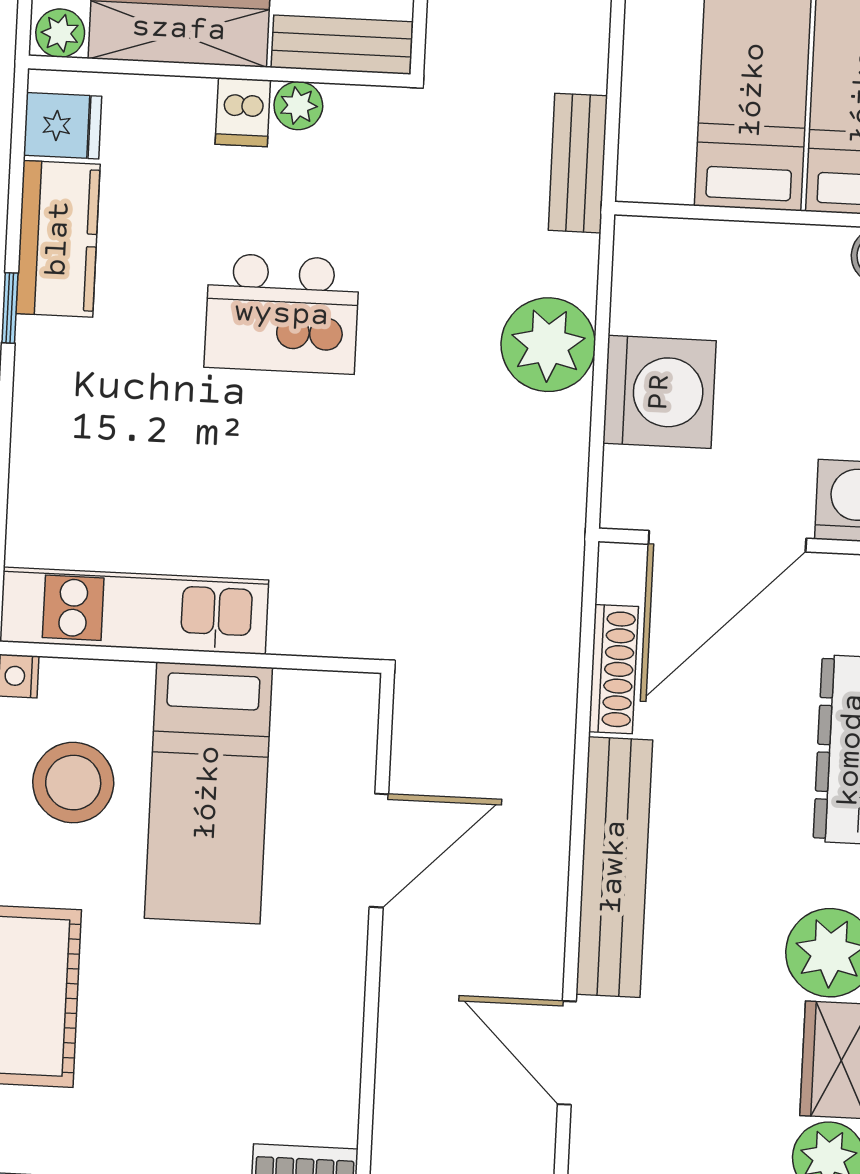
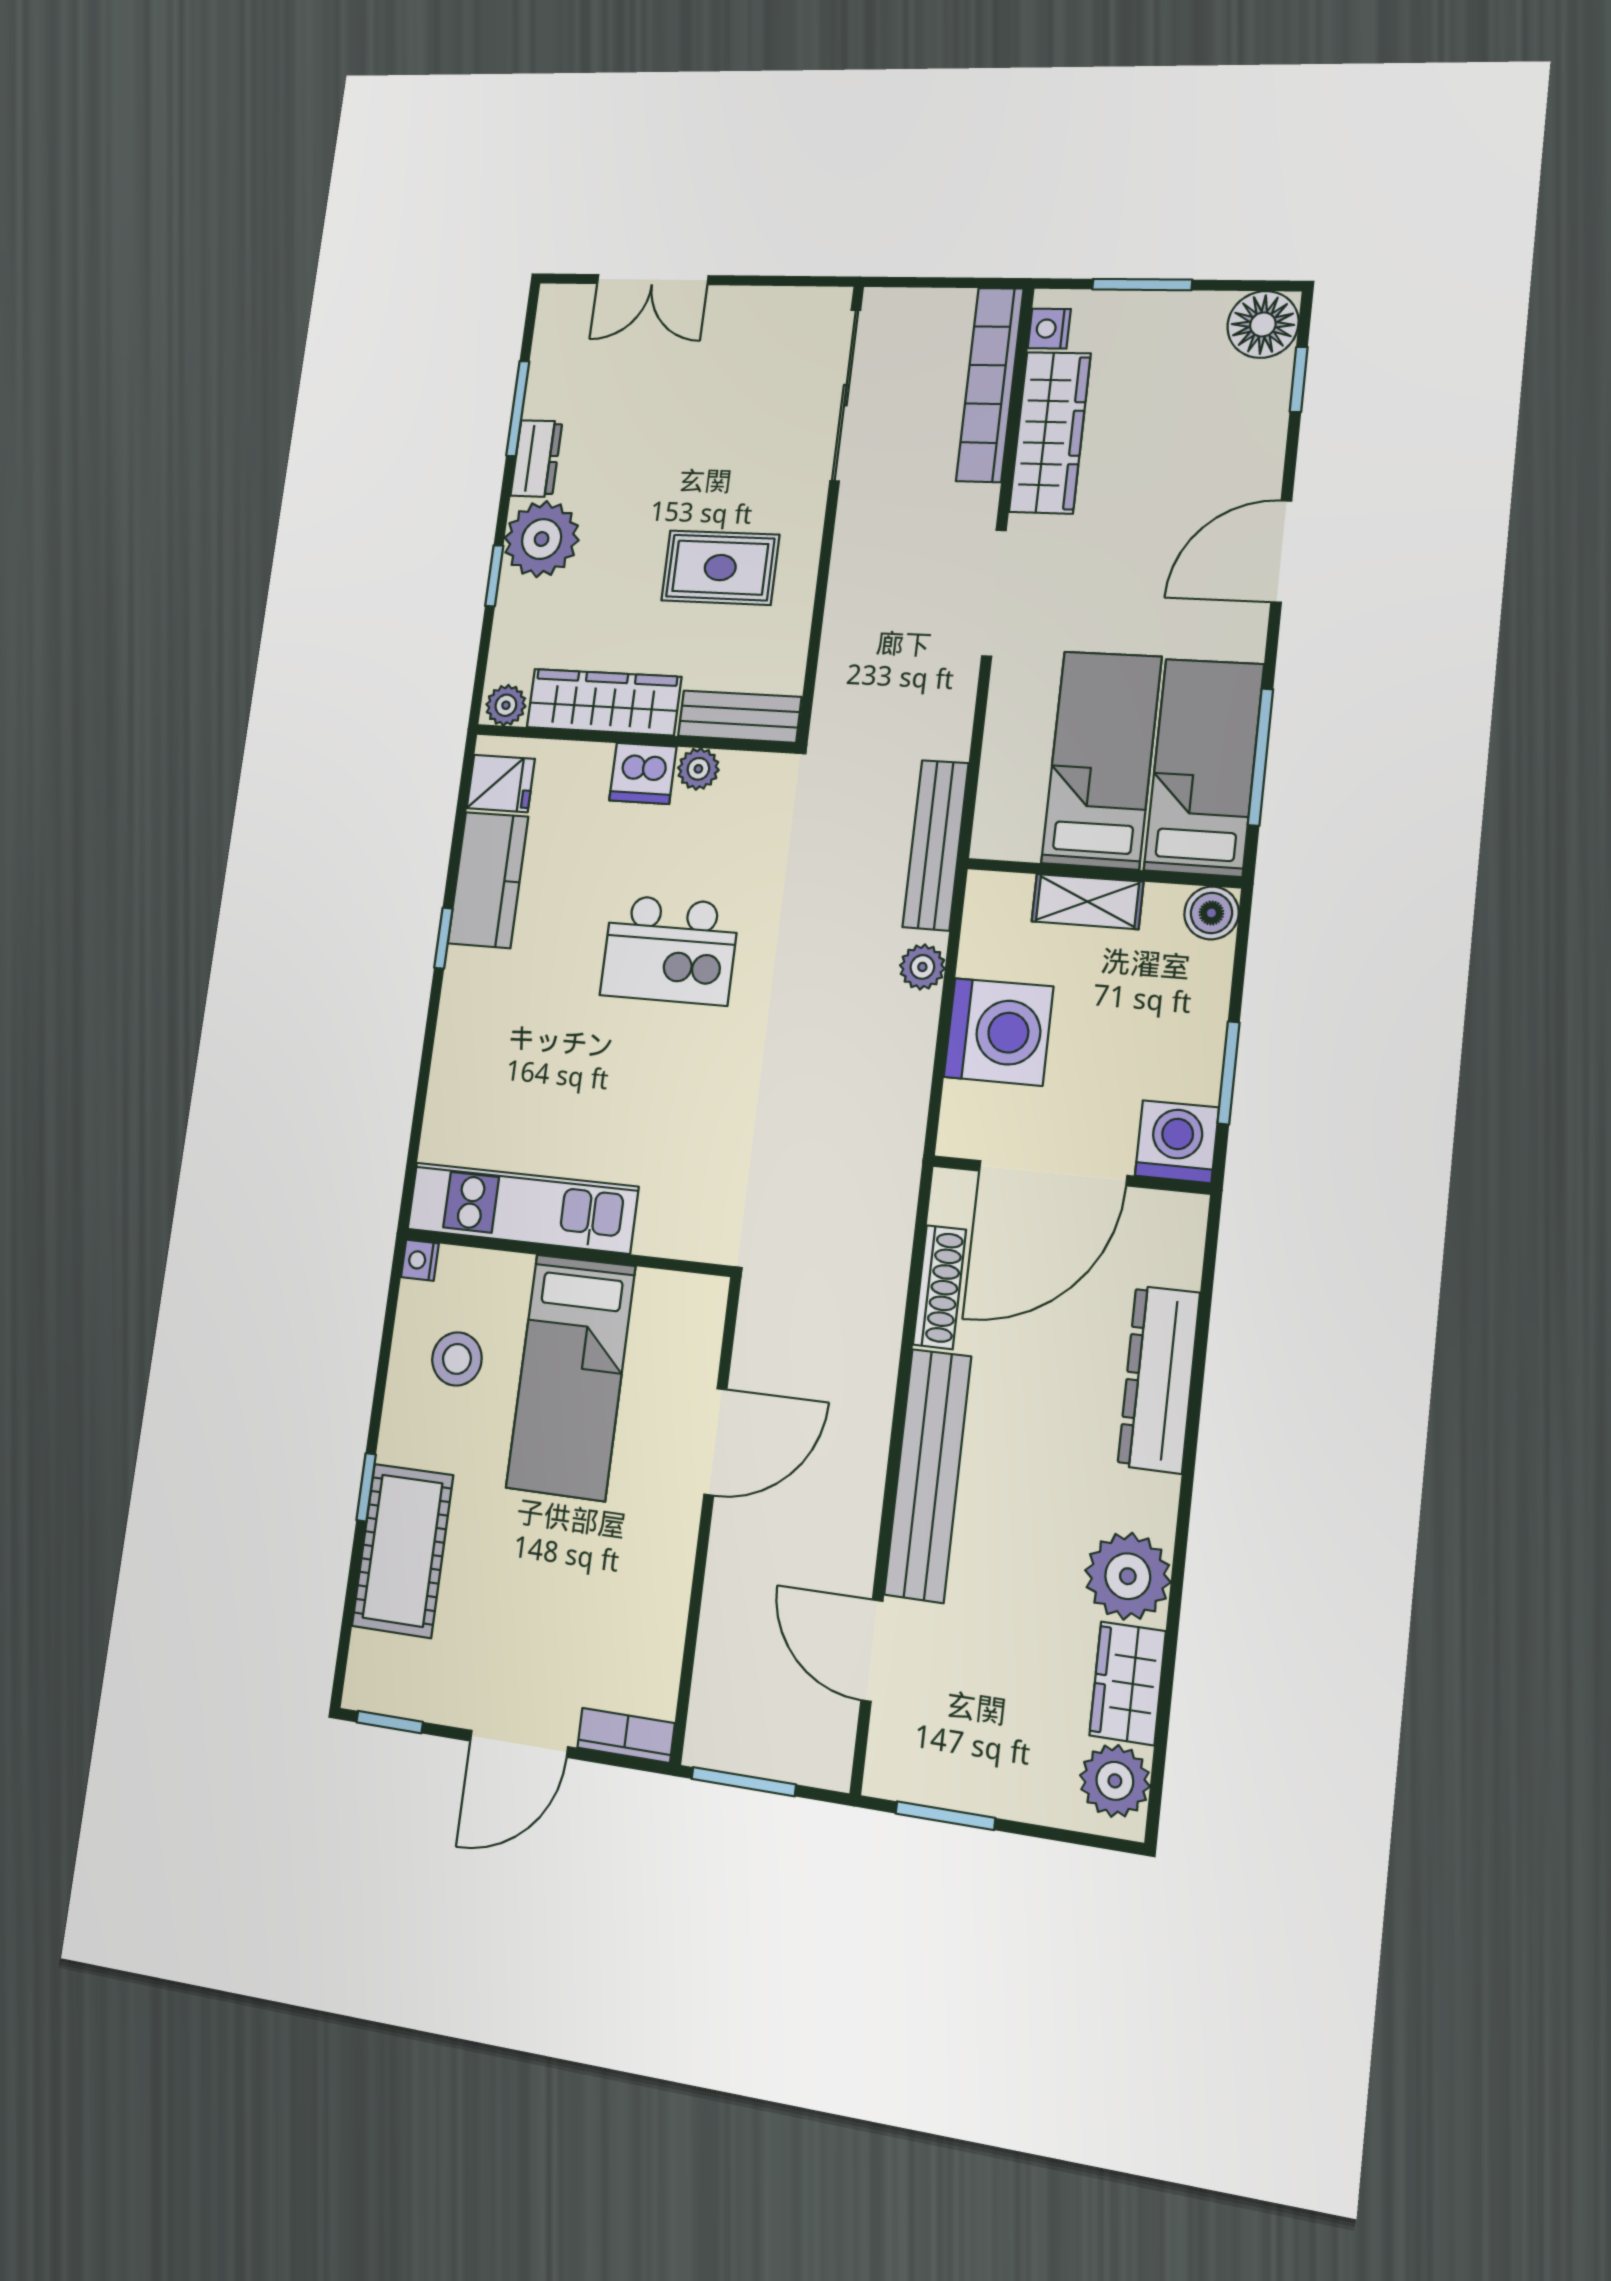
dishwasher: (243, 112) -> (643, 773), width x1.38
bench: (578, 163) -> (936, 845), width x1.36
shelving: (747, 247) -> (1087, 902), added
plant: (548, 345) -> (922, 967), width x0.53, depth x0.53
stool: (73, 783) -> (457, 1359), width x0.73, depth x0.73

